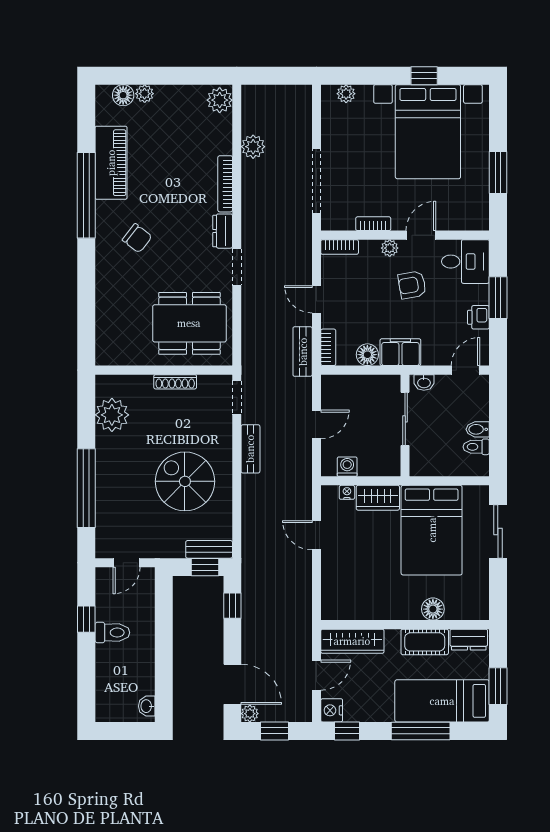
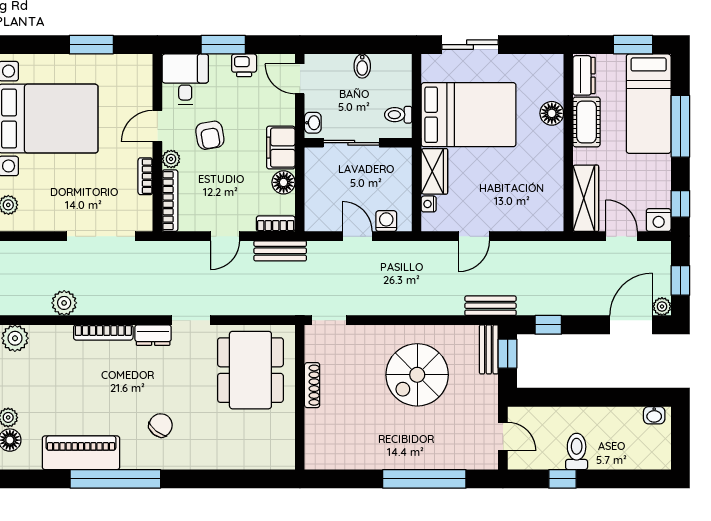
door: (421, 235) -> (157, 126), hinge flipped
bookcase: (340, 247) -> (170, 201), width x1.56
plant: (112, 415) -> (347, 452), removed
toilet: (476, 447) -> (398, 115), moved, turned 90
bench: (250, 449) -> (490, 306), moved
washing machine: (347, 467) -> (386, 221), moved, turned 90

